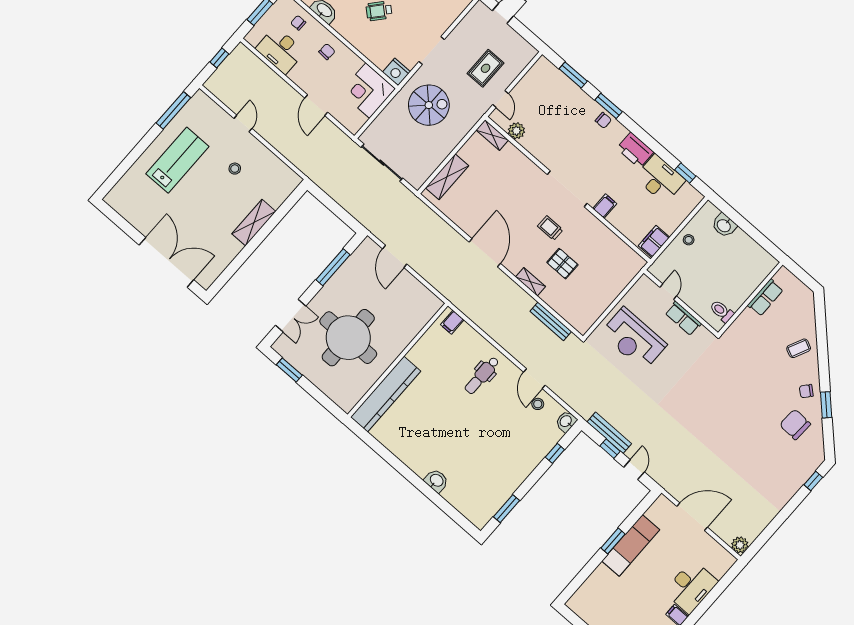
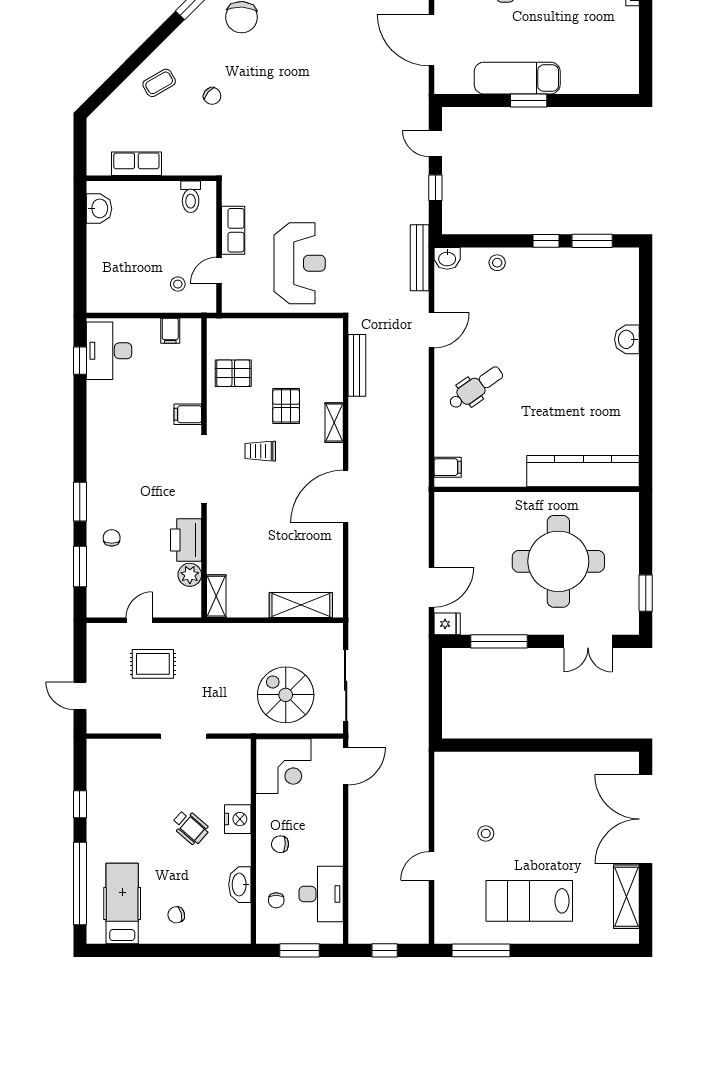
nightstand: (397, 72) -> (238, 819), moved
door: (500, 99) -> (139, 620), moved
door: (316, 105) -> (346, 766), moved
spiral stairs: (429, 105) -> (286, 695), moved
chair: (603, 120) -> (112, 538), moved
printer: (635, 150) -> (186, 540), moved, turned 180
desk: (660, 179) -> (109, 351), moved
shelving: (254, 223) -> (626, 897), moved, turned 90
washbasin: (724, 225) -> (99, 208), moved
trolley: (550, 228) -> (260, 451), turned 90
stool: (689, 240) -> (178, 284), moved
filing cabinet: (654, 241) -> (170, 331), width x0.50
fridge: (367, 247) -> (447, 624), added
pallet: (605, 250) -> (233, 373), added
double door: (291, 316) -> (588, 641), swing flipped
coffee table: (799, 348) -> (159, 83), turned -55
dental chair: (482, 375) -> (476, 388), turned -35
chair: (806, 391) -> (212, 96), moved
stool: (538, 404) -> (497, 263), moved
bench: (609, 433) -> (420, 258), moved
window: (555, 453) -> (546, 241), moved
door: (634, 470) -> (435, 144), hinge flipped

